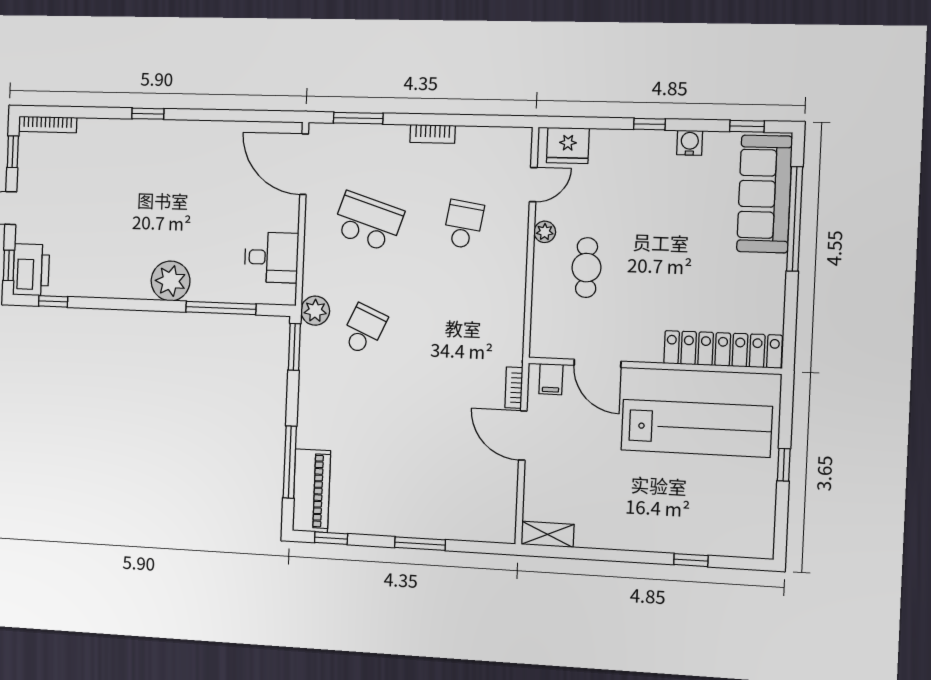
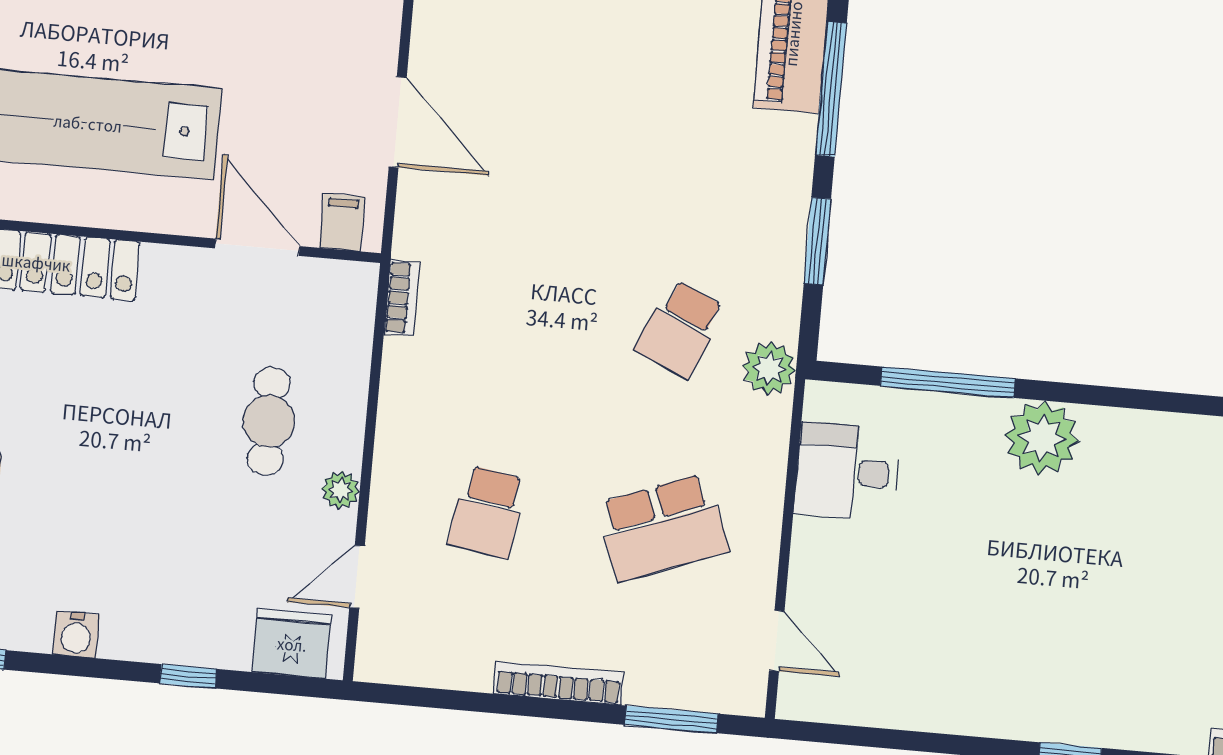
window: (649, 124) -> (188, 676), moved
bookcase: (433, 134) -> (558, 683), width x1.56
door: (304, 164) -> (777, 641), width x0.53
school desk: (368, 222) -> (662, 528), turned -39
window: (294, 347) -> (817, 241), moved
bookcase: (514, 388) -> (402, 298), moved

